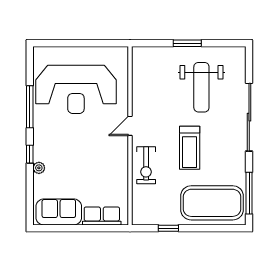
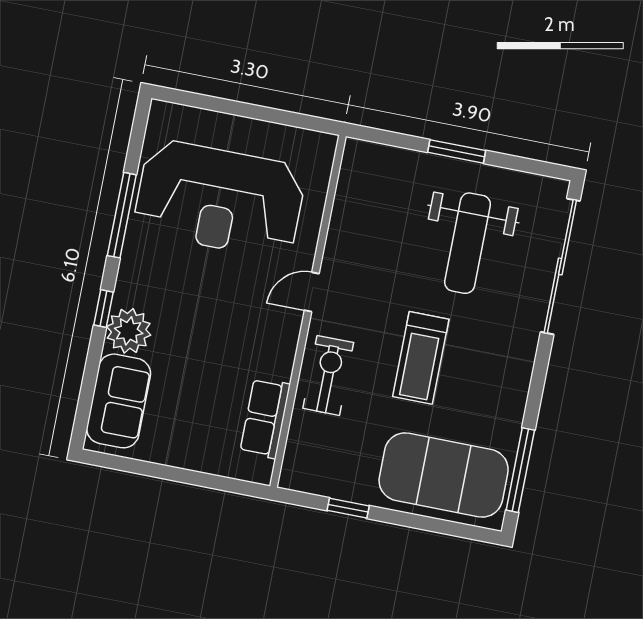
sliding door: (249, 117) -> (560, 266), moved
exercise bike: (146, 165) -> (328, 375), turned 180
plant: (39, 168) -> (129, 331), width x1.88, depth x1.88
sofa: (59, 212) -> (119, 401), moved, turned 90
row of seats: (102, 216) -> (265, 418), moved, turned -90

